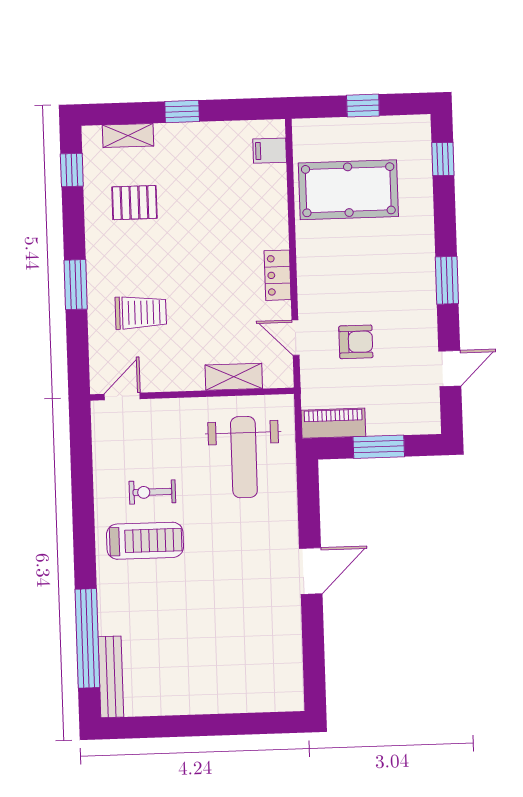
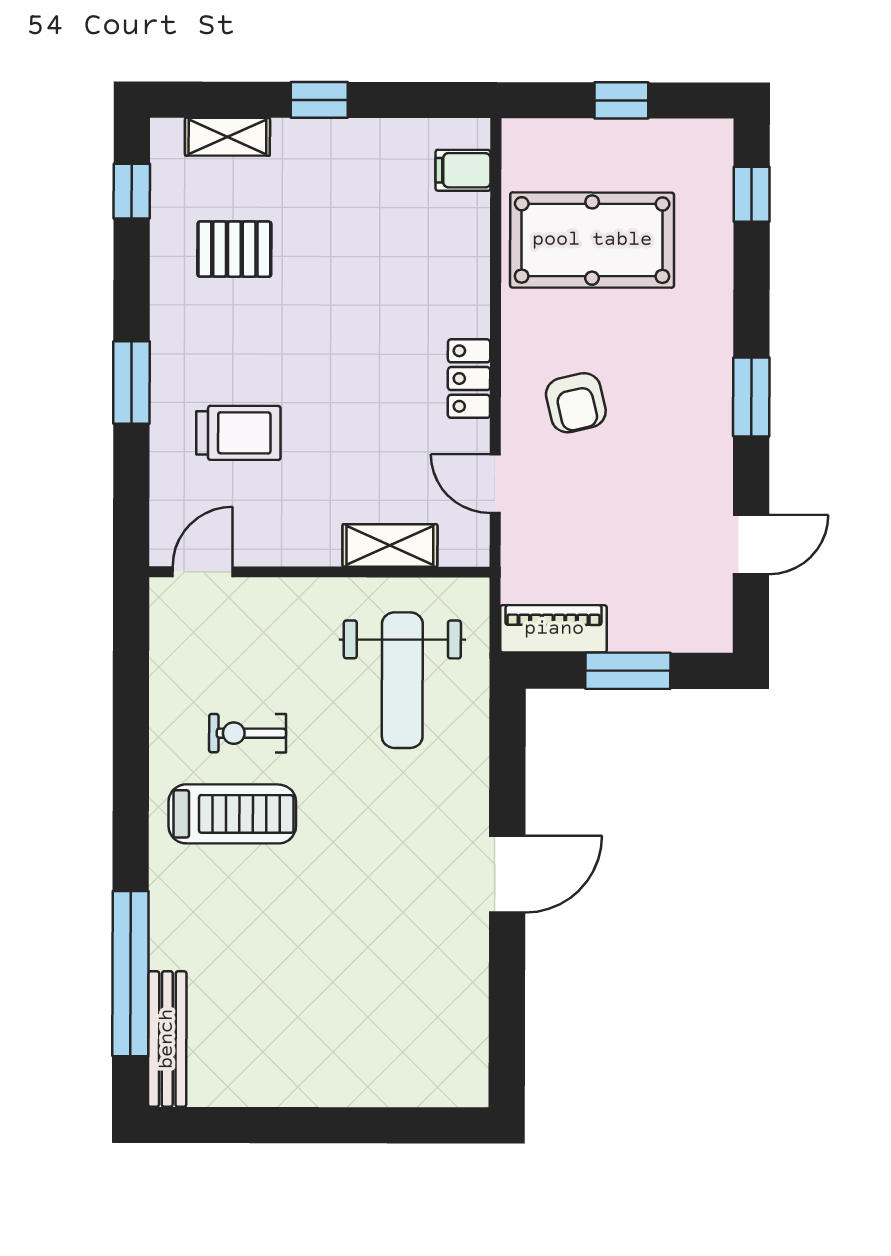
armchair: (356, 342) -> (576, 403), moved, turned 77

